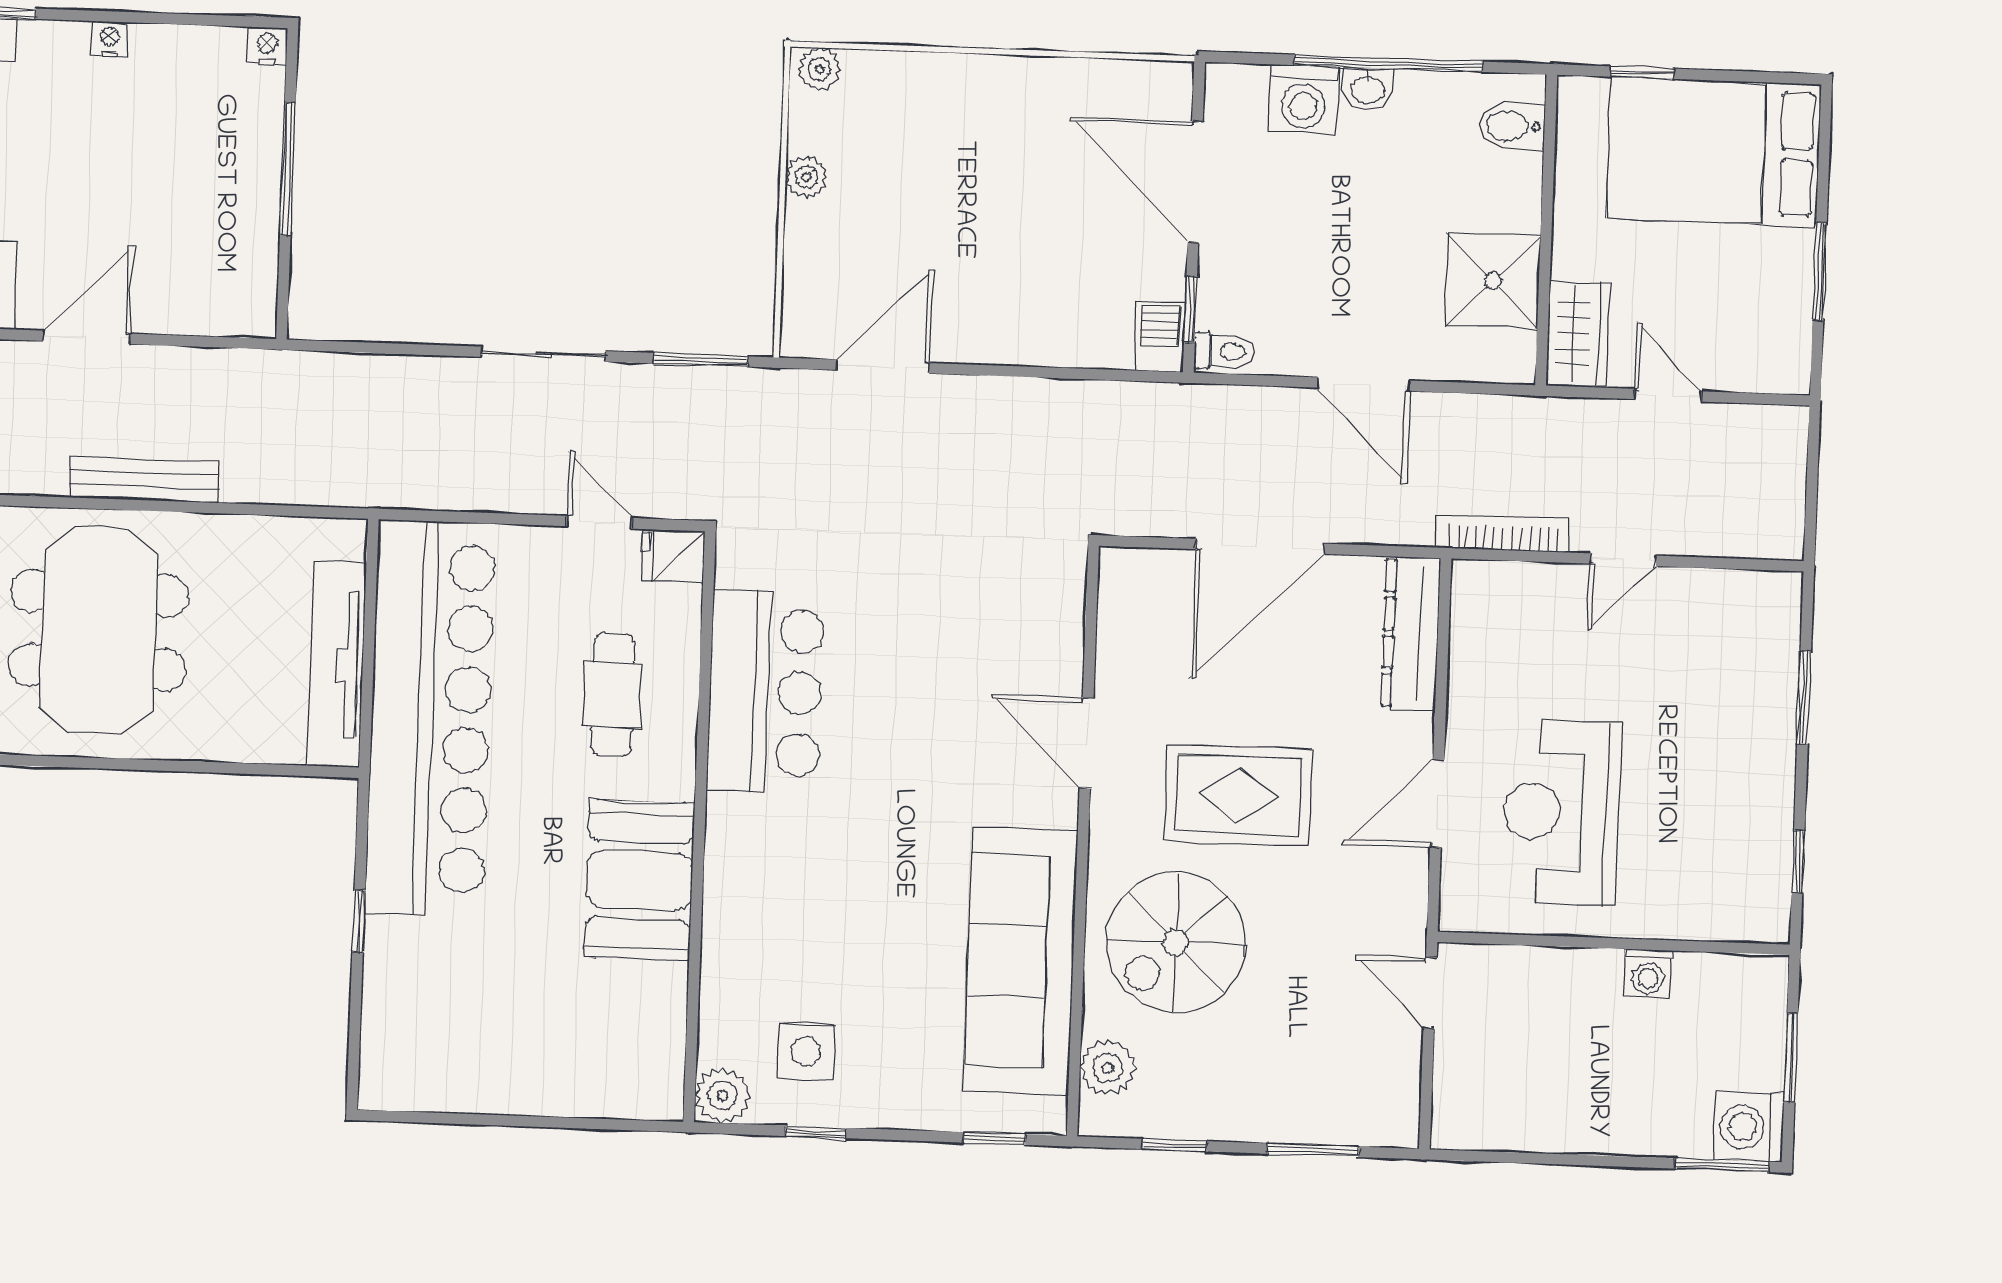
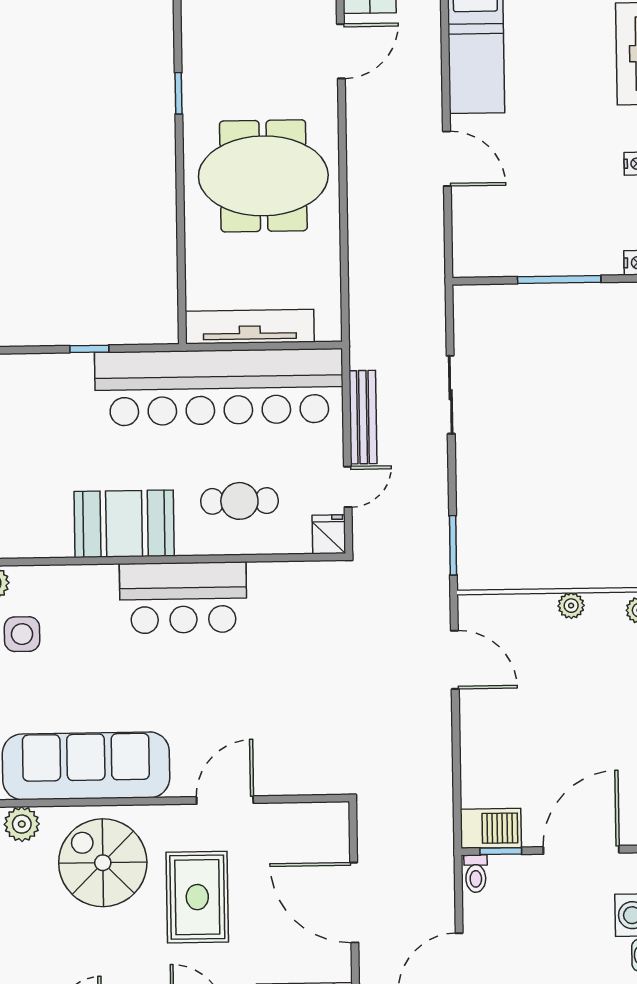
barbecue: (1160, 337) -> (491, 828), width x1.38, depth x1.27
sliding door: (543, 354) -> (451, 395), moved
bench: (144, 479) -> (363, 417), moved
bar counter: (765, 692) -> (183, 598), moved

